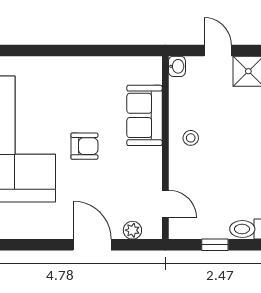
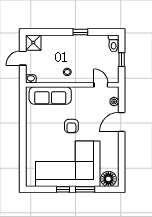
sofa: (144, 115) -> (50, 95), width x1.36
armchair: (84, 146) -> (71, 126), turned 180
door: (165, 204) -> (101, 85), hinge flipped

